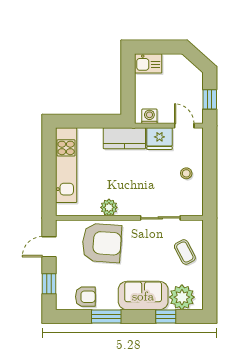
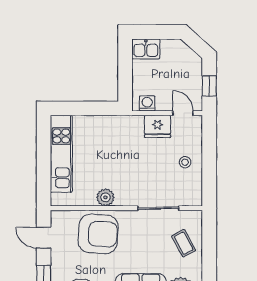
kitchen counter: (124, 138) -> (121, 126), removed
door: (49, 247) -> (44, 238), hinge flipped

